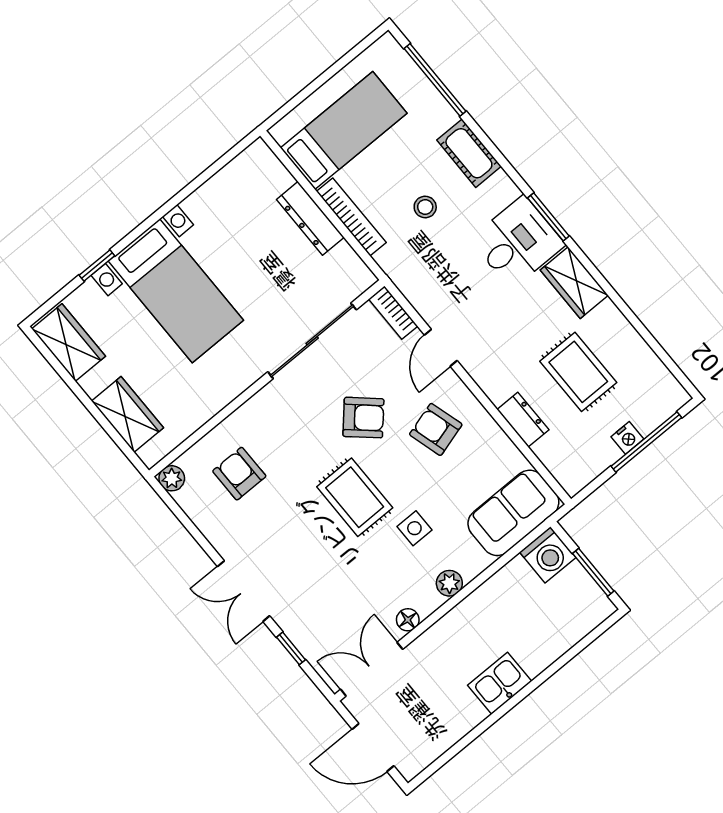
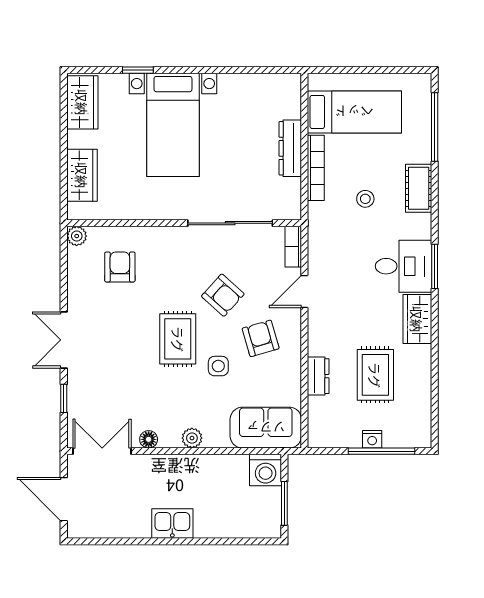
side table: (414, 528) -> (218, 366), moved

